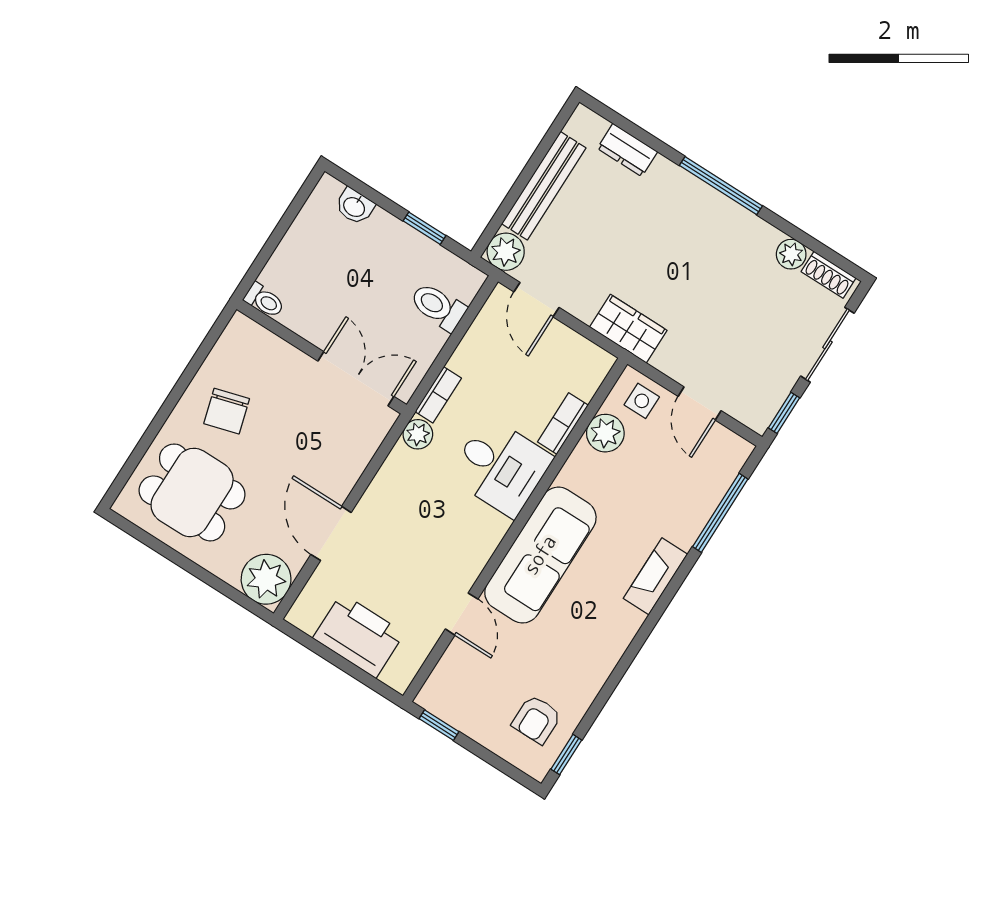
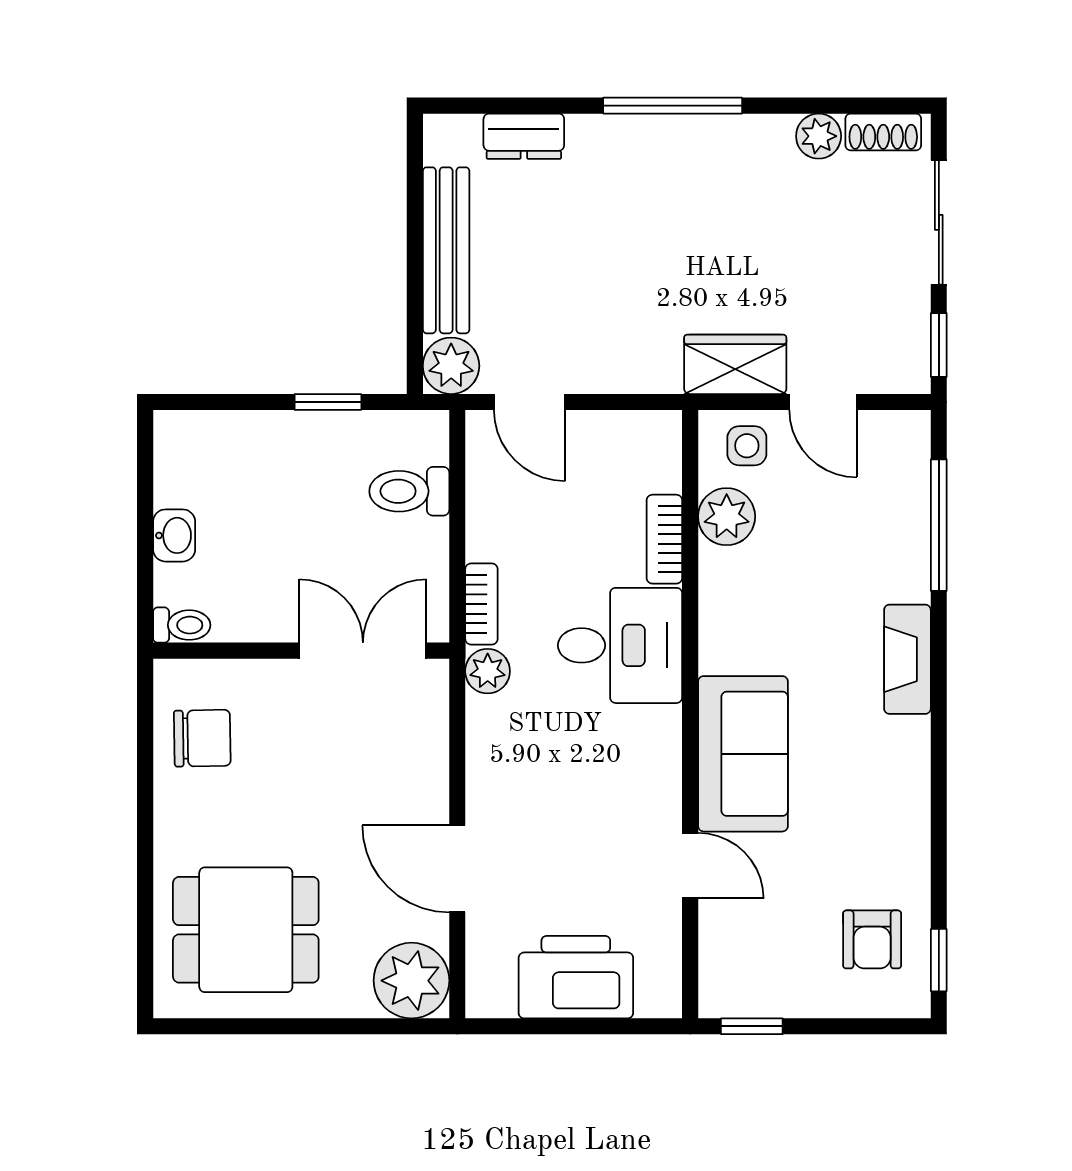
washbasin: (355, 206) -> (174, 535), moved, turned -90
wardrobe: (628, 329) -> (735, 364), moved
chair: (227, 411) -> (202, 738), moved, turned -75
sofa: (540, 555) -> (743, 754), width x0.73

